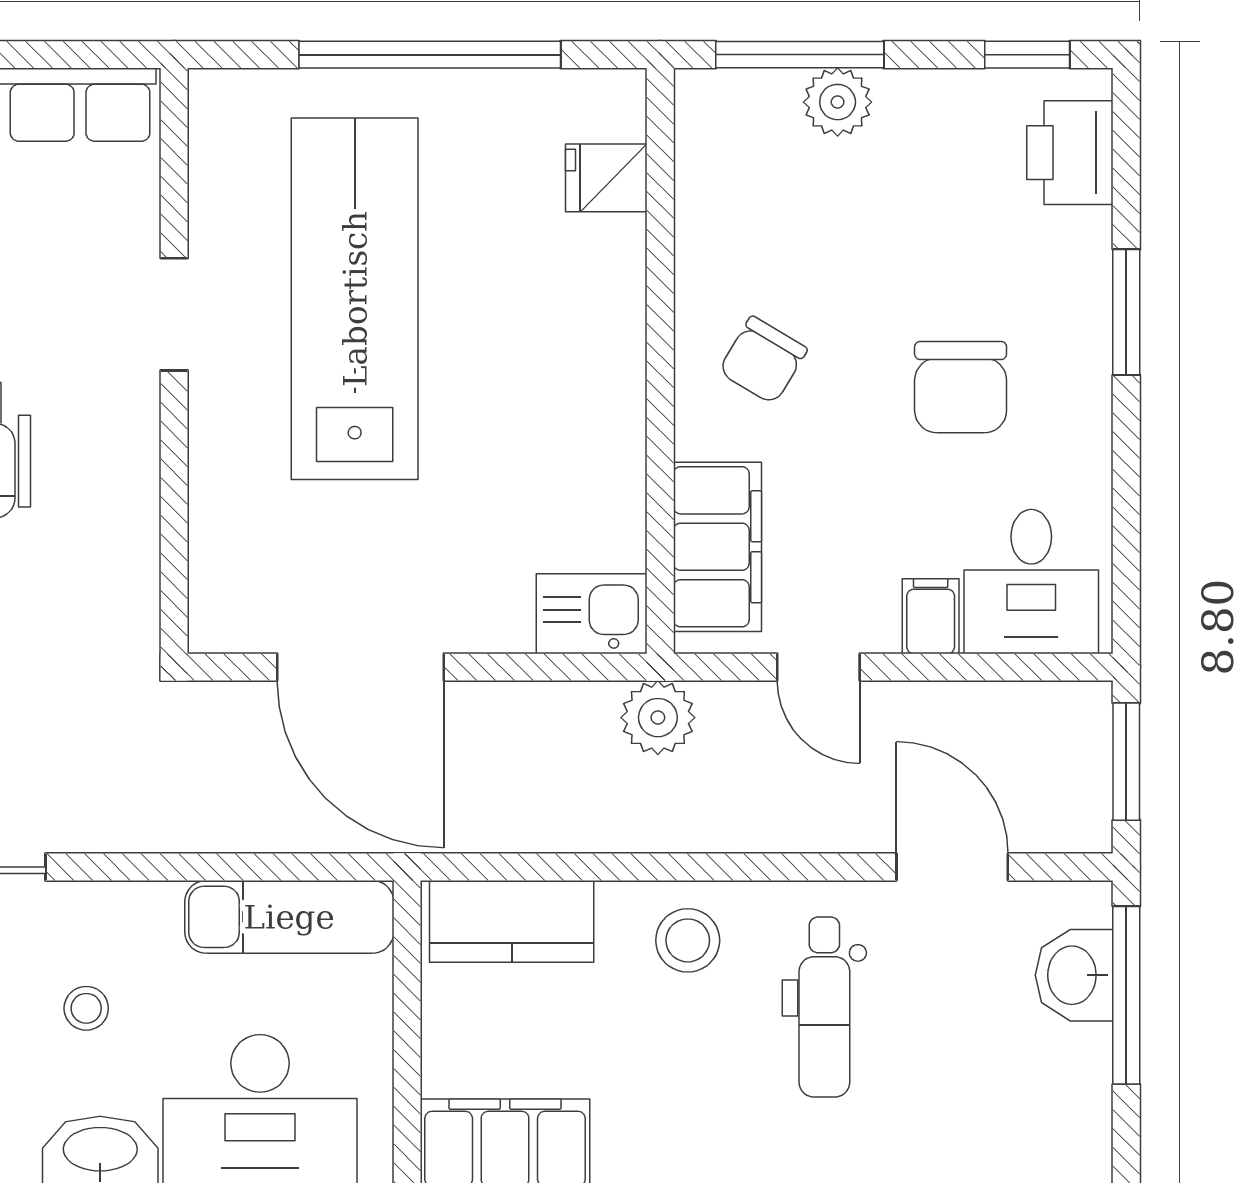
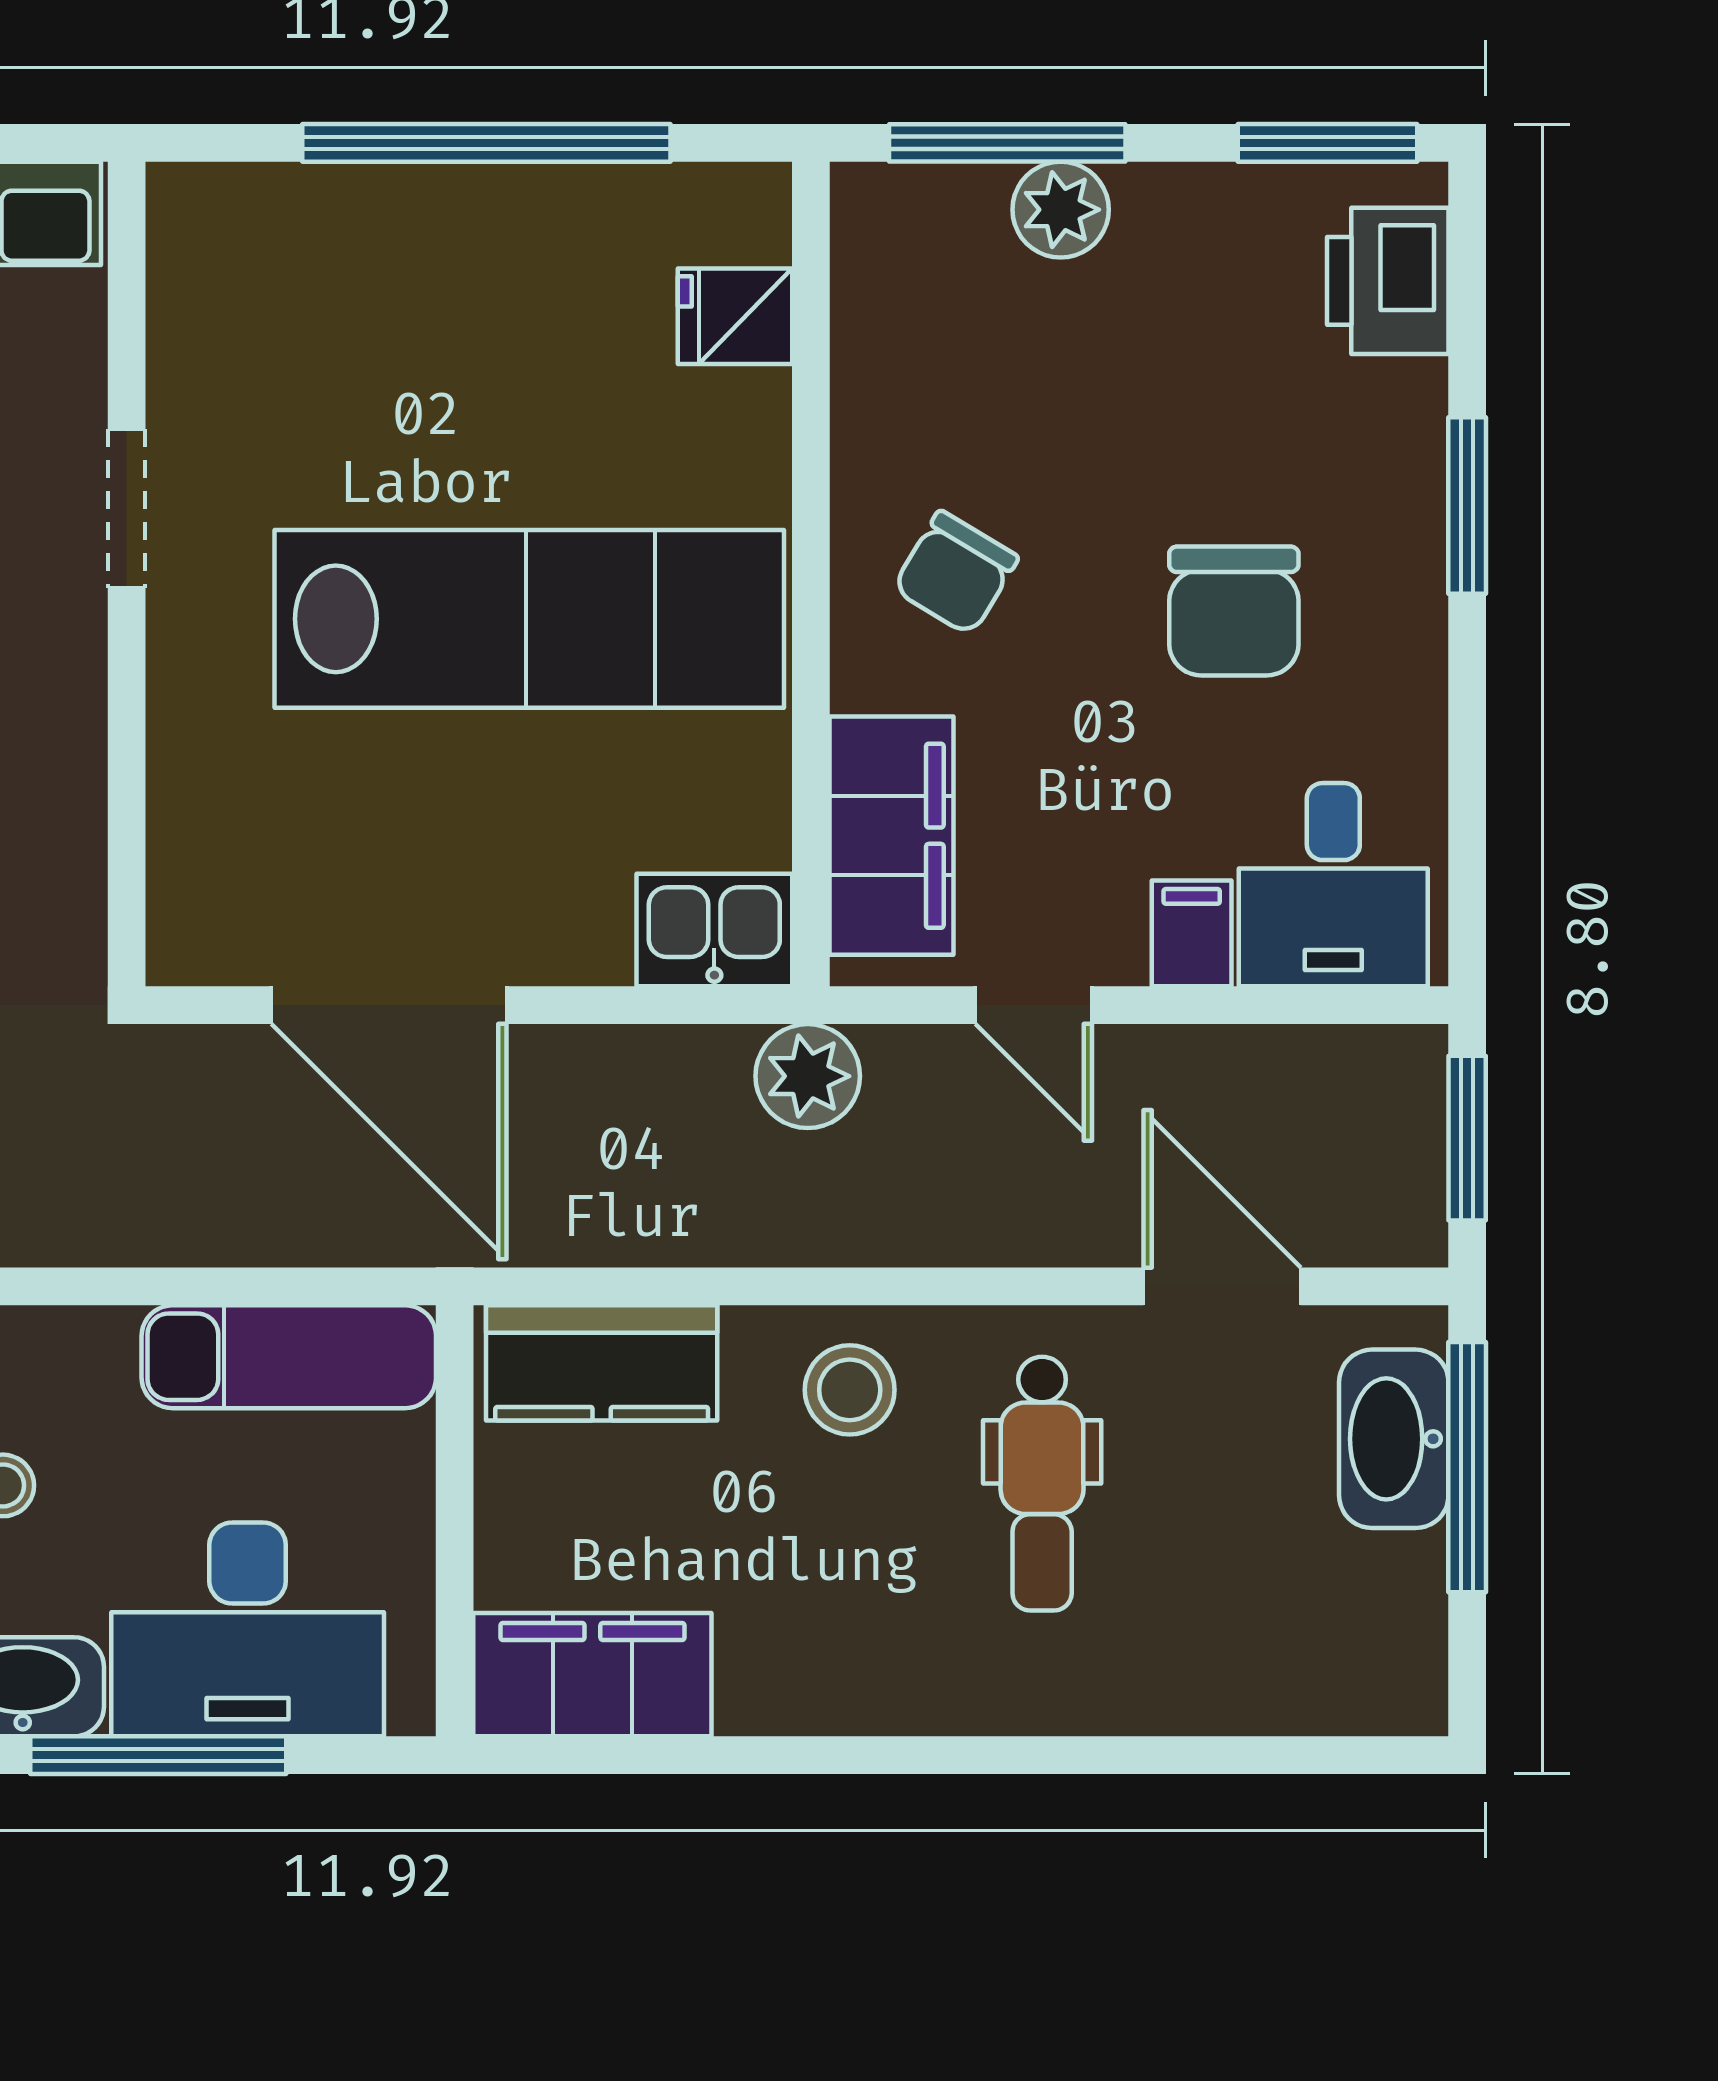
window: (1027, 55) -> (1327, 143), width x1.50
lab bench: (355, 299) -> (529, 619), moved, turned 90
washbasin: (1074, 975) -> (1394, 1439), width x1.38

